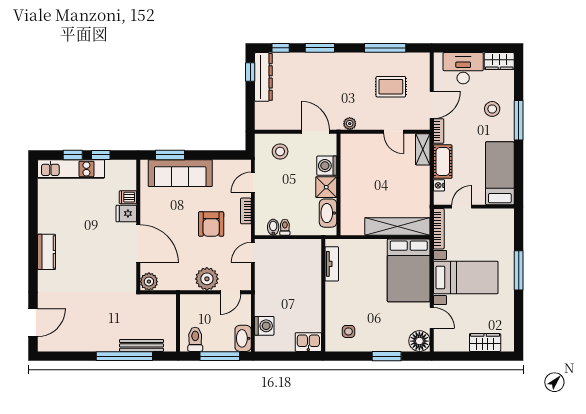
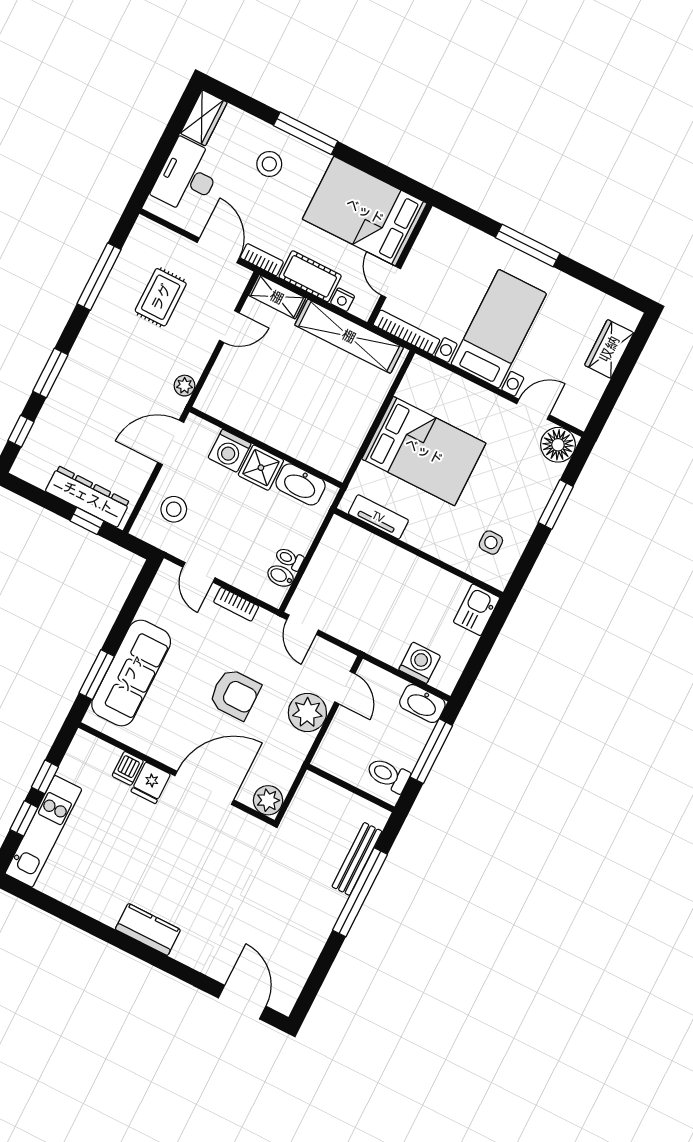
window: (250, 72) -> (87, 521), moved
dresser: (263, 77) -> (88, 497), moved
bed: (500, 173) -> (365, 211), width x1.50
armchair: (211, 224) -> (235, 694), moved
shelving: (397, 226) -> (349, 336), moved, turned 90
bed: (409, 270) -> (424, 451), moved

